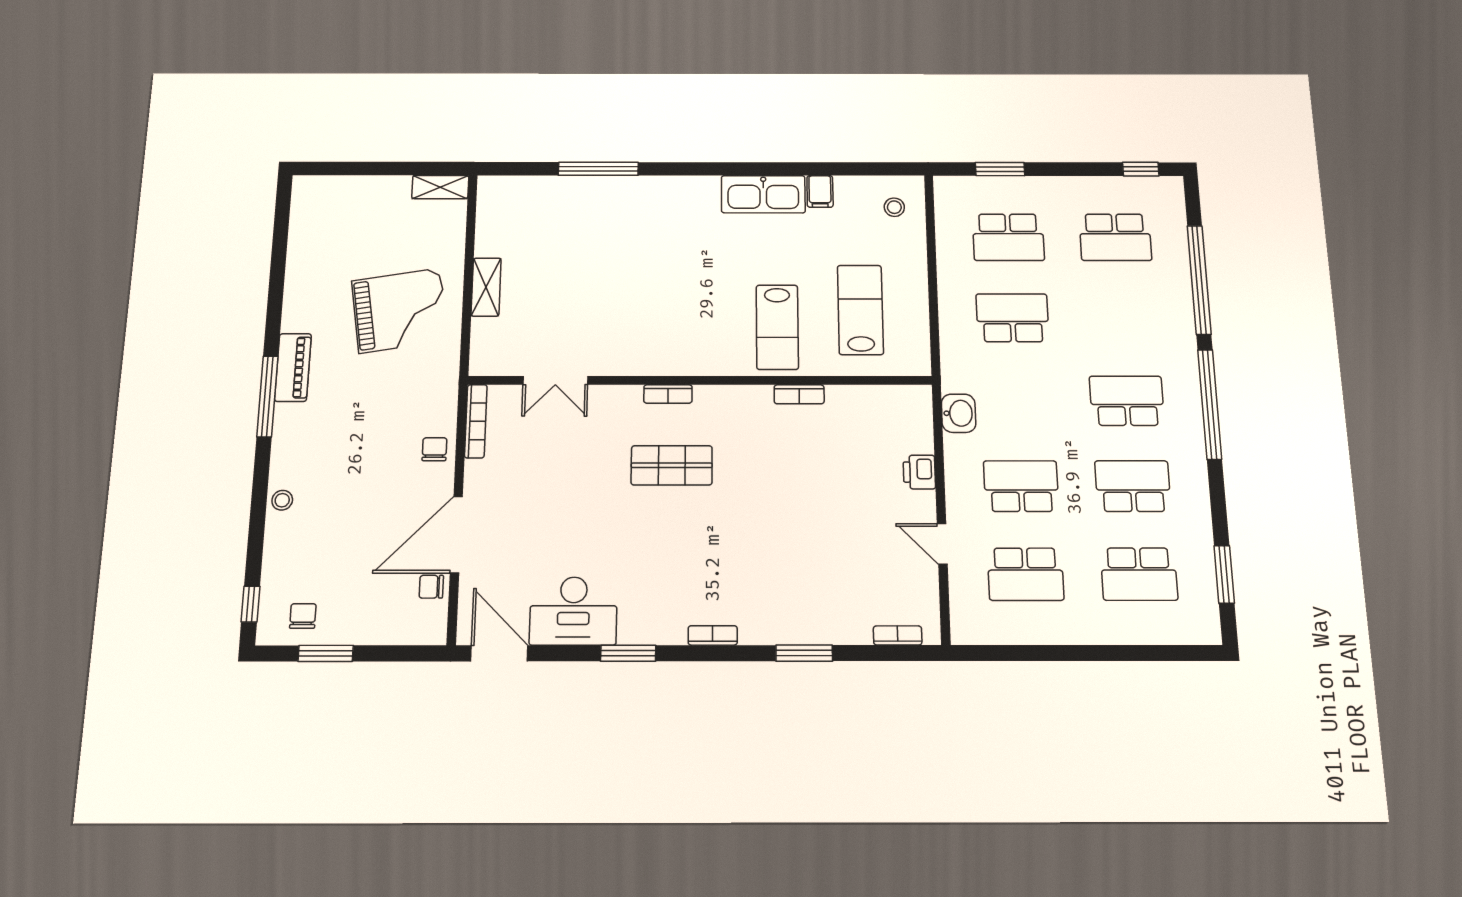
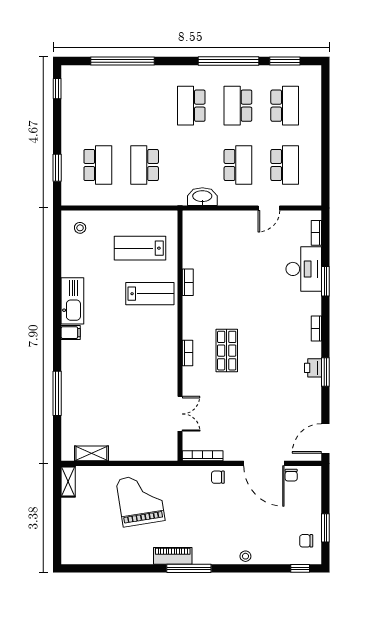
filing cabinet: (820, 191) -> (71, 333), moved
school desk: (1115, 237) -> (98, 106), removed
shelving: (486, 287) -> (91, 453), moved
window: (1210, 404) -> (228, 61), moved
washbasin: (959, 413) -> (202, 197), width x1.38
printer: (919, 472) -> (313, 368), moved, turned 90
school desk: (1021, 486) -> (238, 165), turned 180
desk: (573, 611) -> (304, 269), moved

